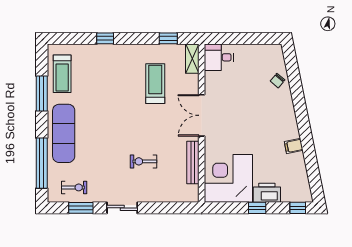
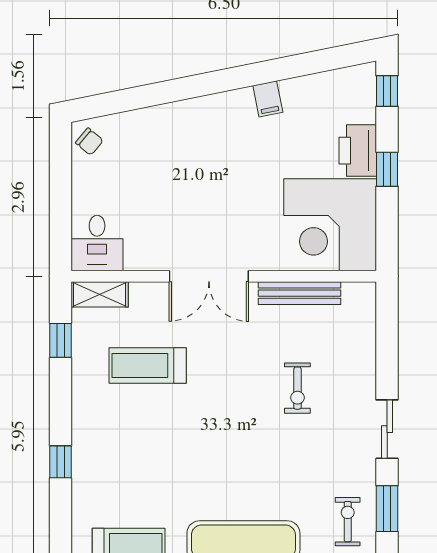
chair: (278, 81) -> (89, 142), moved

